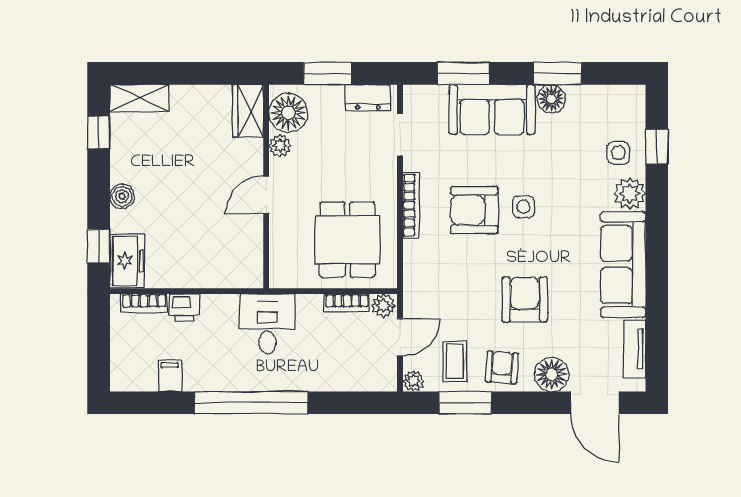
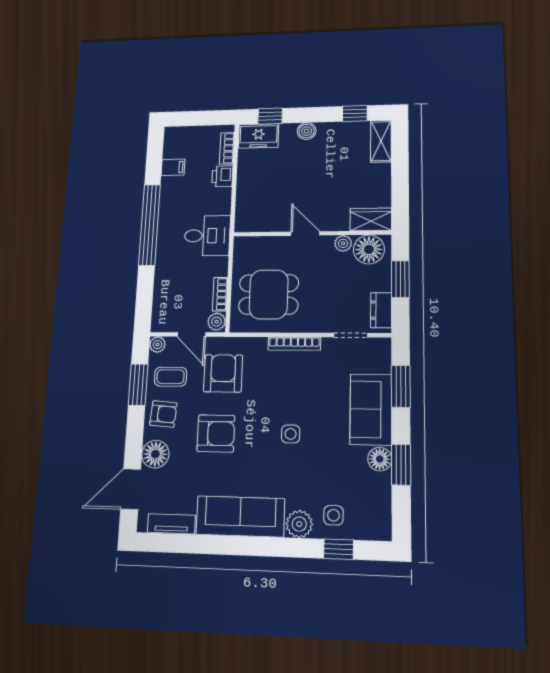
armchair: (474, 210) -> (223, 373), moved

